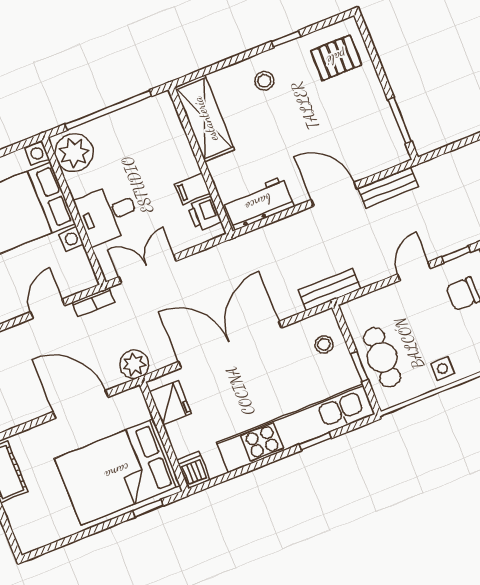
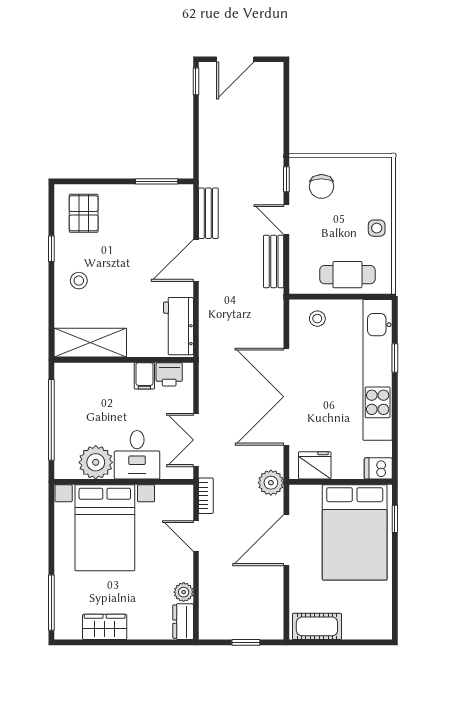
plant: (74, 153) -> (96, 462), moved
bench: (330, 289) -> (274, 261), moved
window: (359, 367) -> (347, 297), removed

